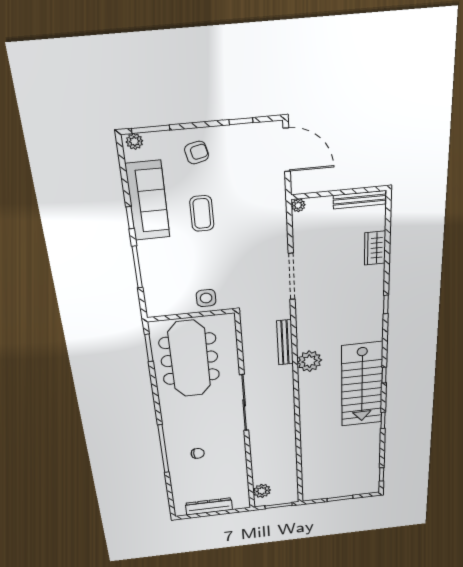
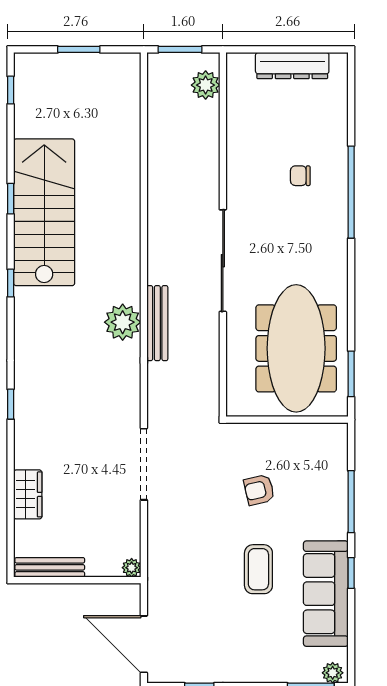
armchair: (197, 153) -> (259, 490), moved
side table: (206, 298) -> (264, 444), removed
bench: (285, 342) -> (157, 323), moved
stairs: (362, 385) -> (44, 212), moved

